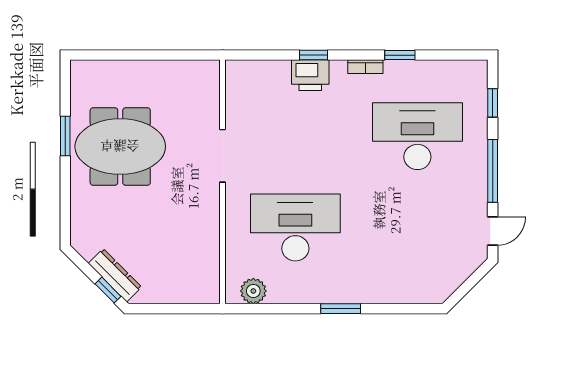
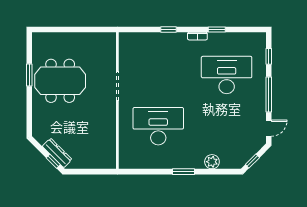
printer: (310, 75) -> (167, 41), removed
window: (464, 290) -> (252, 161), added
plant: (253, 291) -> (212, 162), moved

